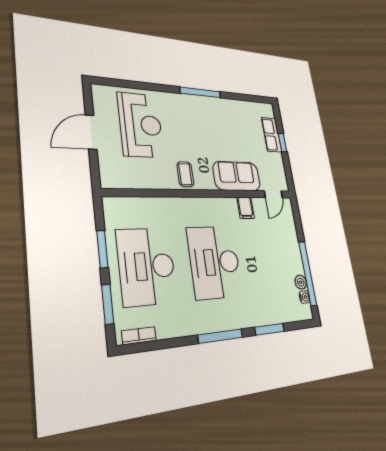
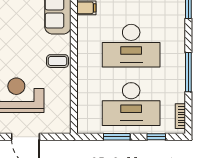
window: (108, 304) -> (156, 137), width x0.67
window: (220, 336) -> (188, 72), moved

